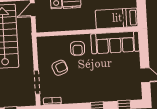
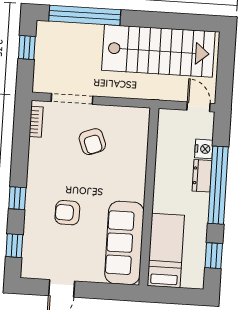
armchair: (78, 48) -> (67, 213), moved

